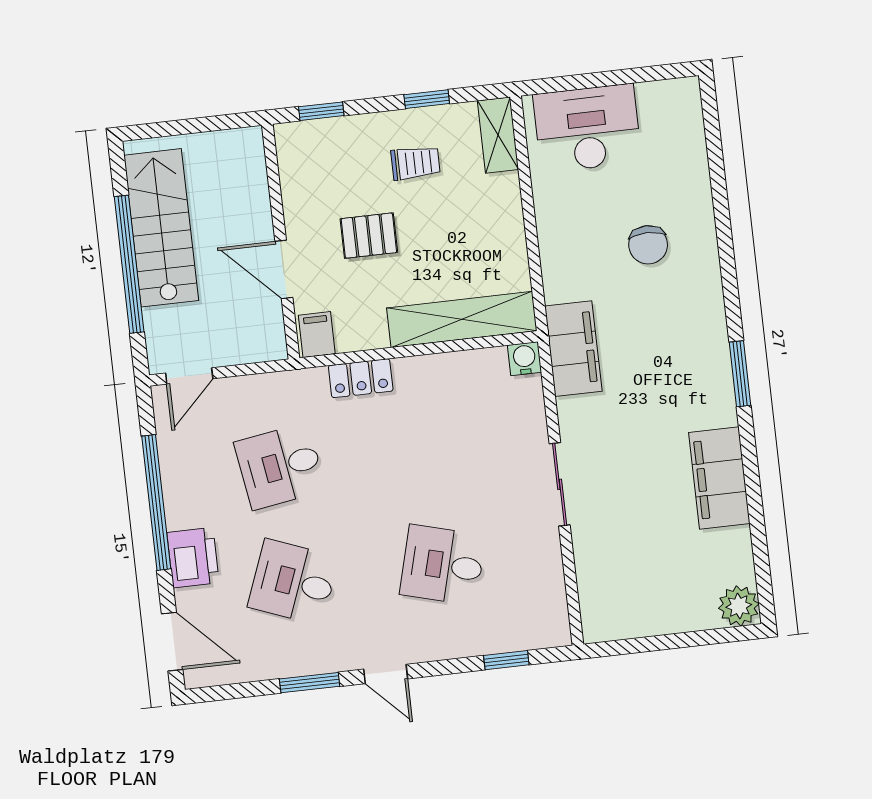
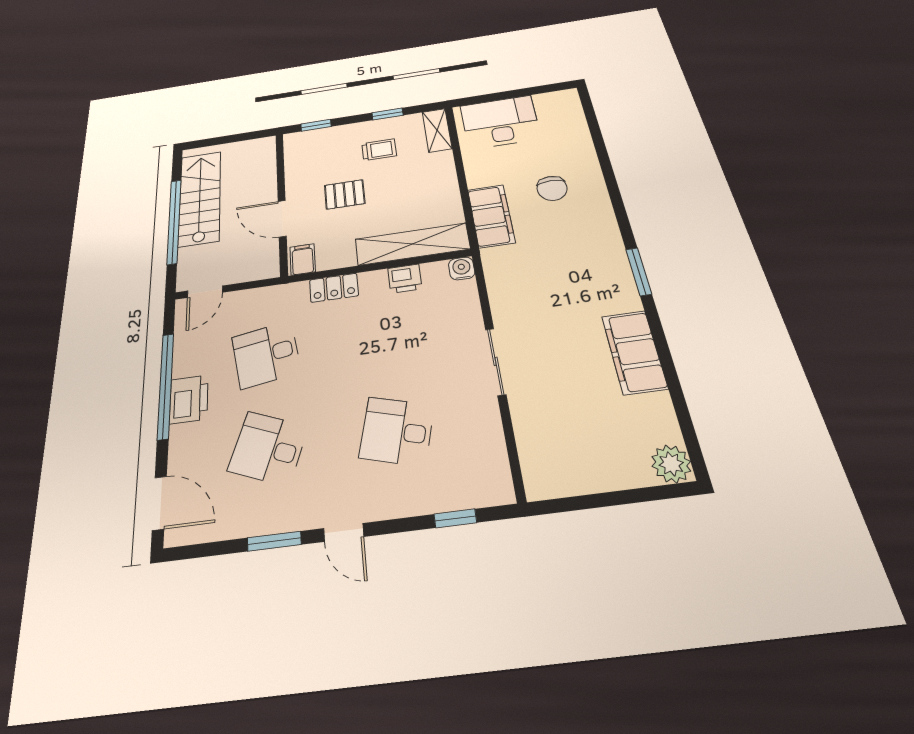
filing cabinet: (573, 349) -> (491, 216), moved
printer: (452, 369) -> (405, 279), added
printer: (193, 558) -> (189, 399), moved

